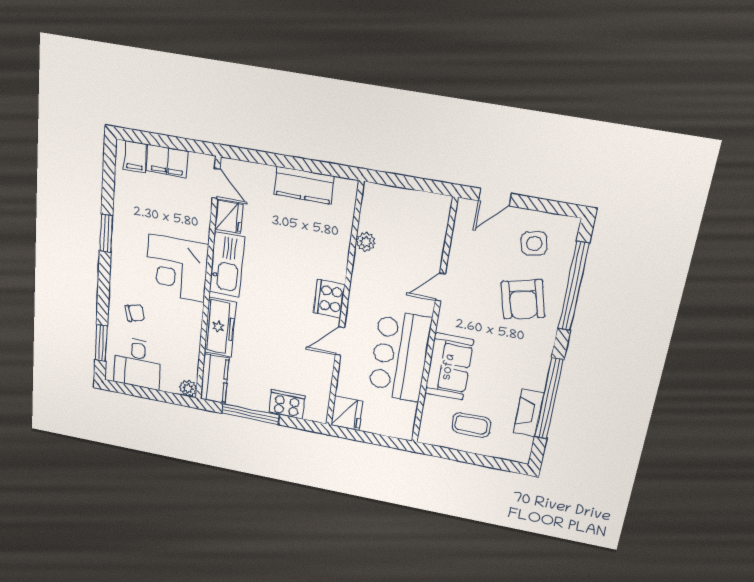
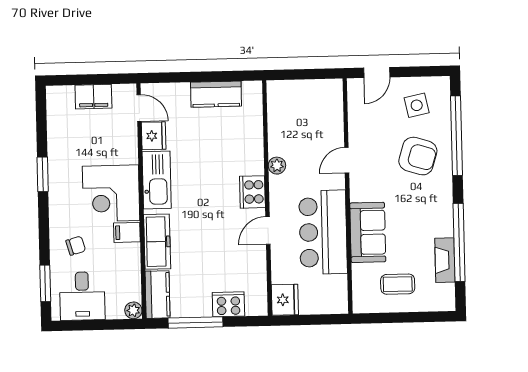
filing cabinet: (135, 157) -> (127, 232), moved, turned 90
plant: (366, 242) -> (277, 166), moved
armchair: (523, 299) -> (418, 156), turned -59

